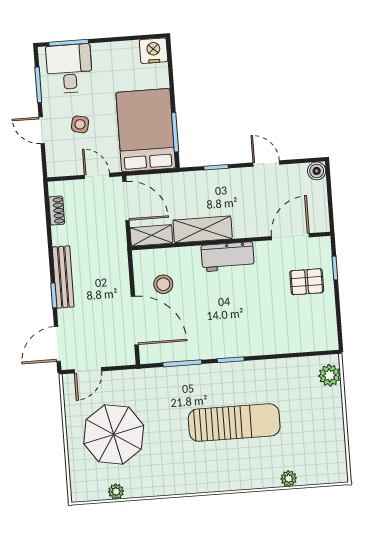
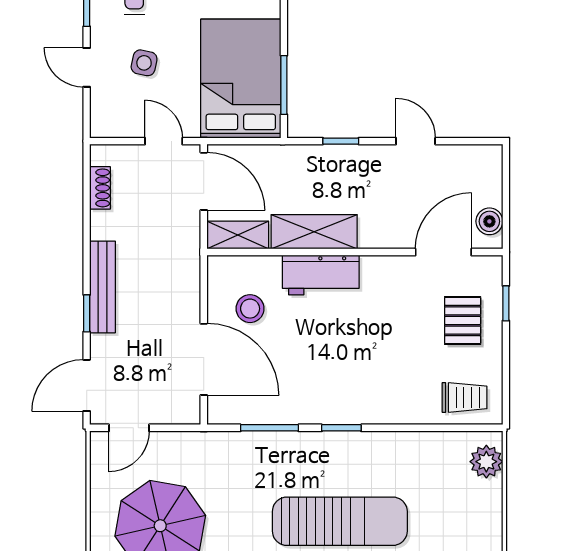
boiler: (317, 171) -> (489, 221), moved
workbench: (228, 257) -> (321, 275), moved
pallet: (307, 282) -> (463, 321), turned 90
trolley: (312, 333) -> (465, 397), added

